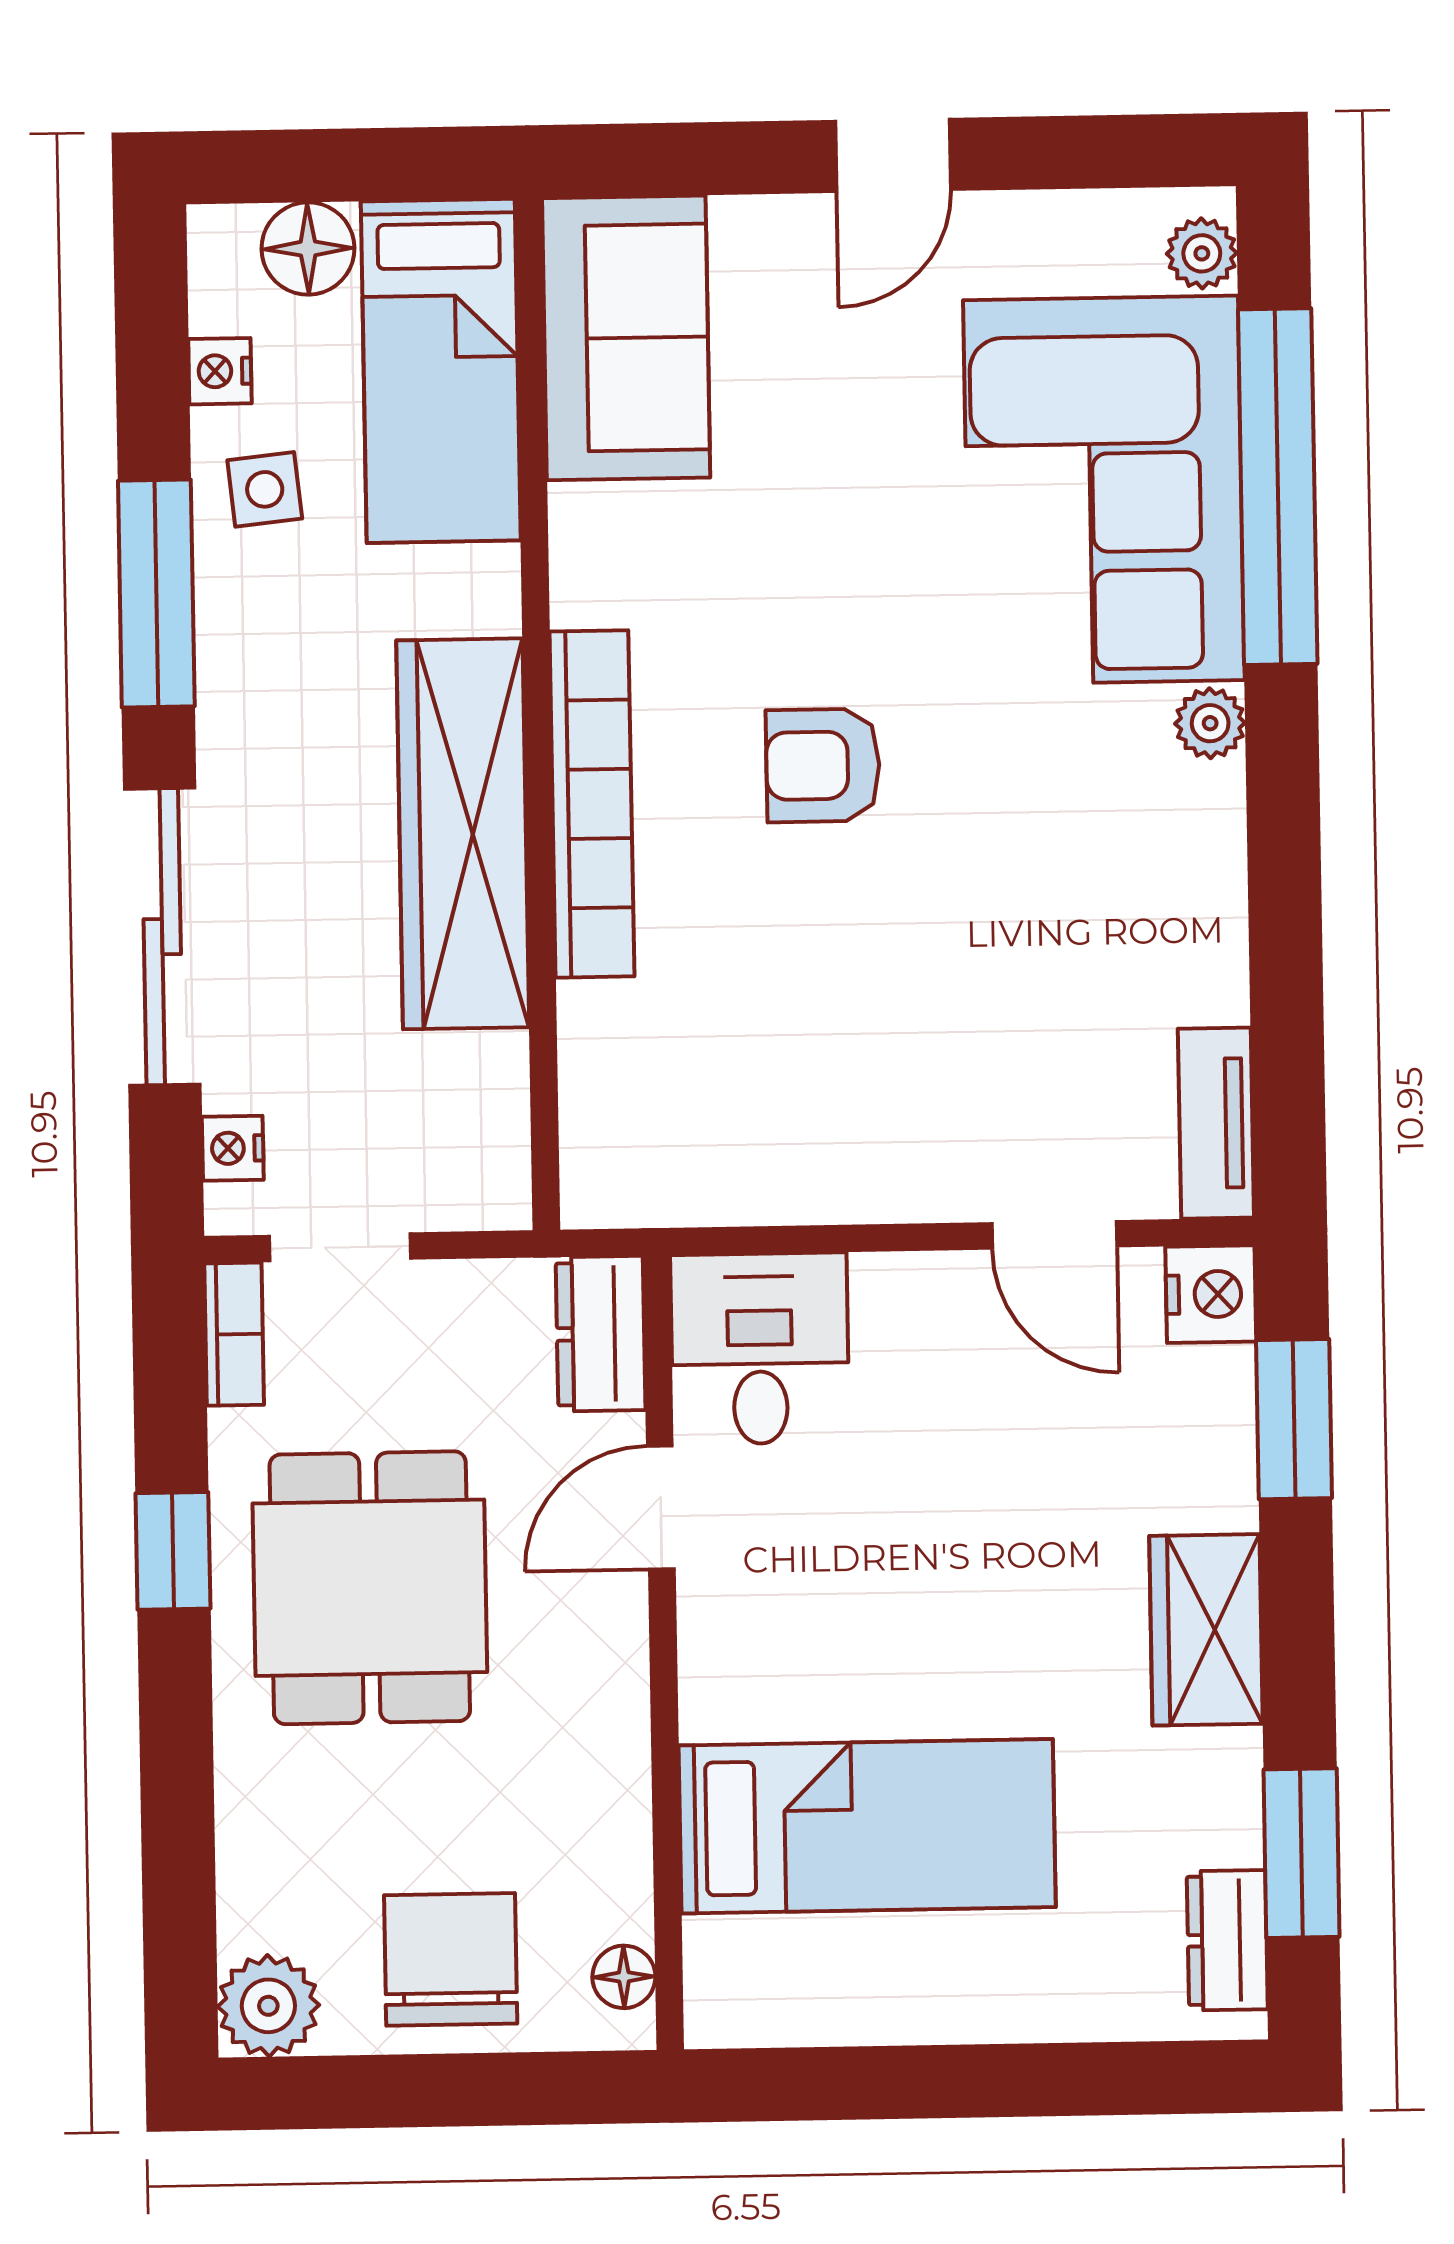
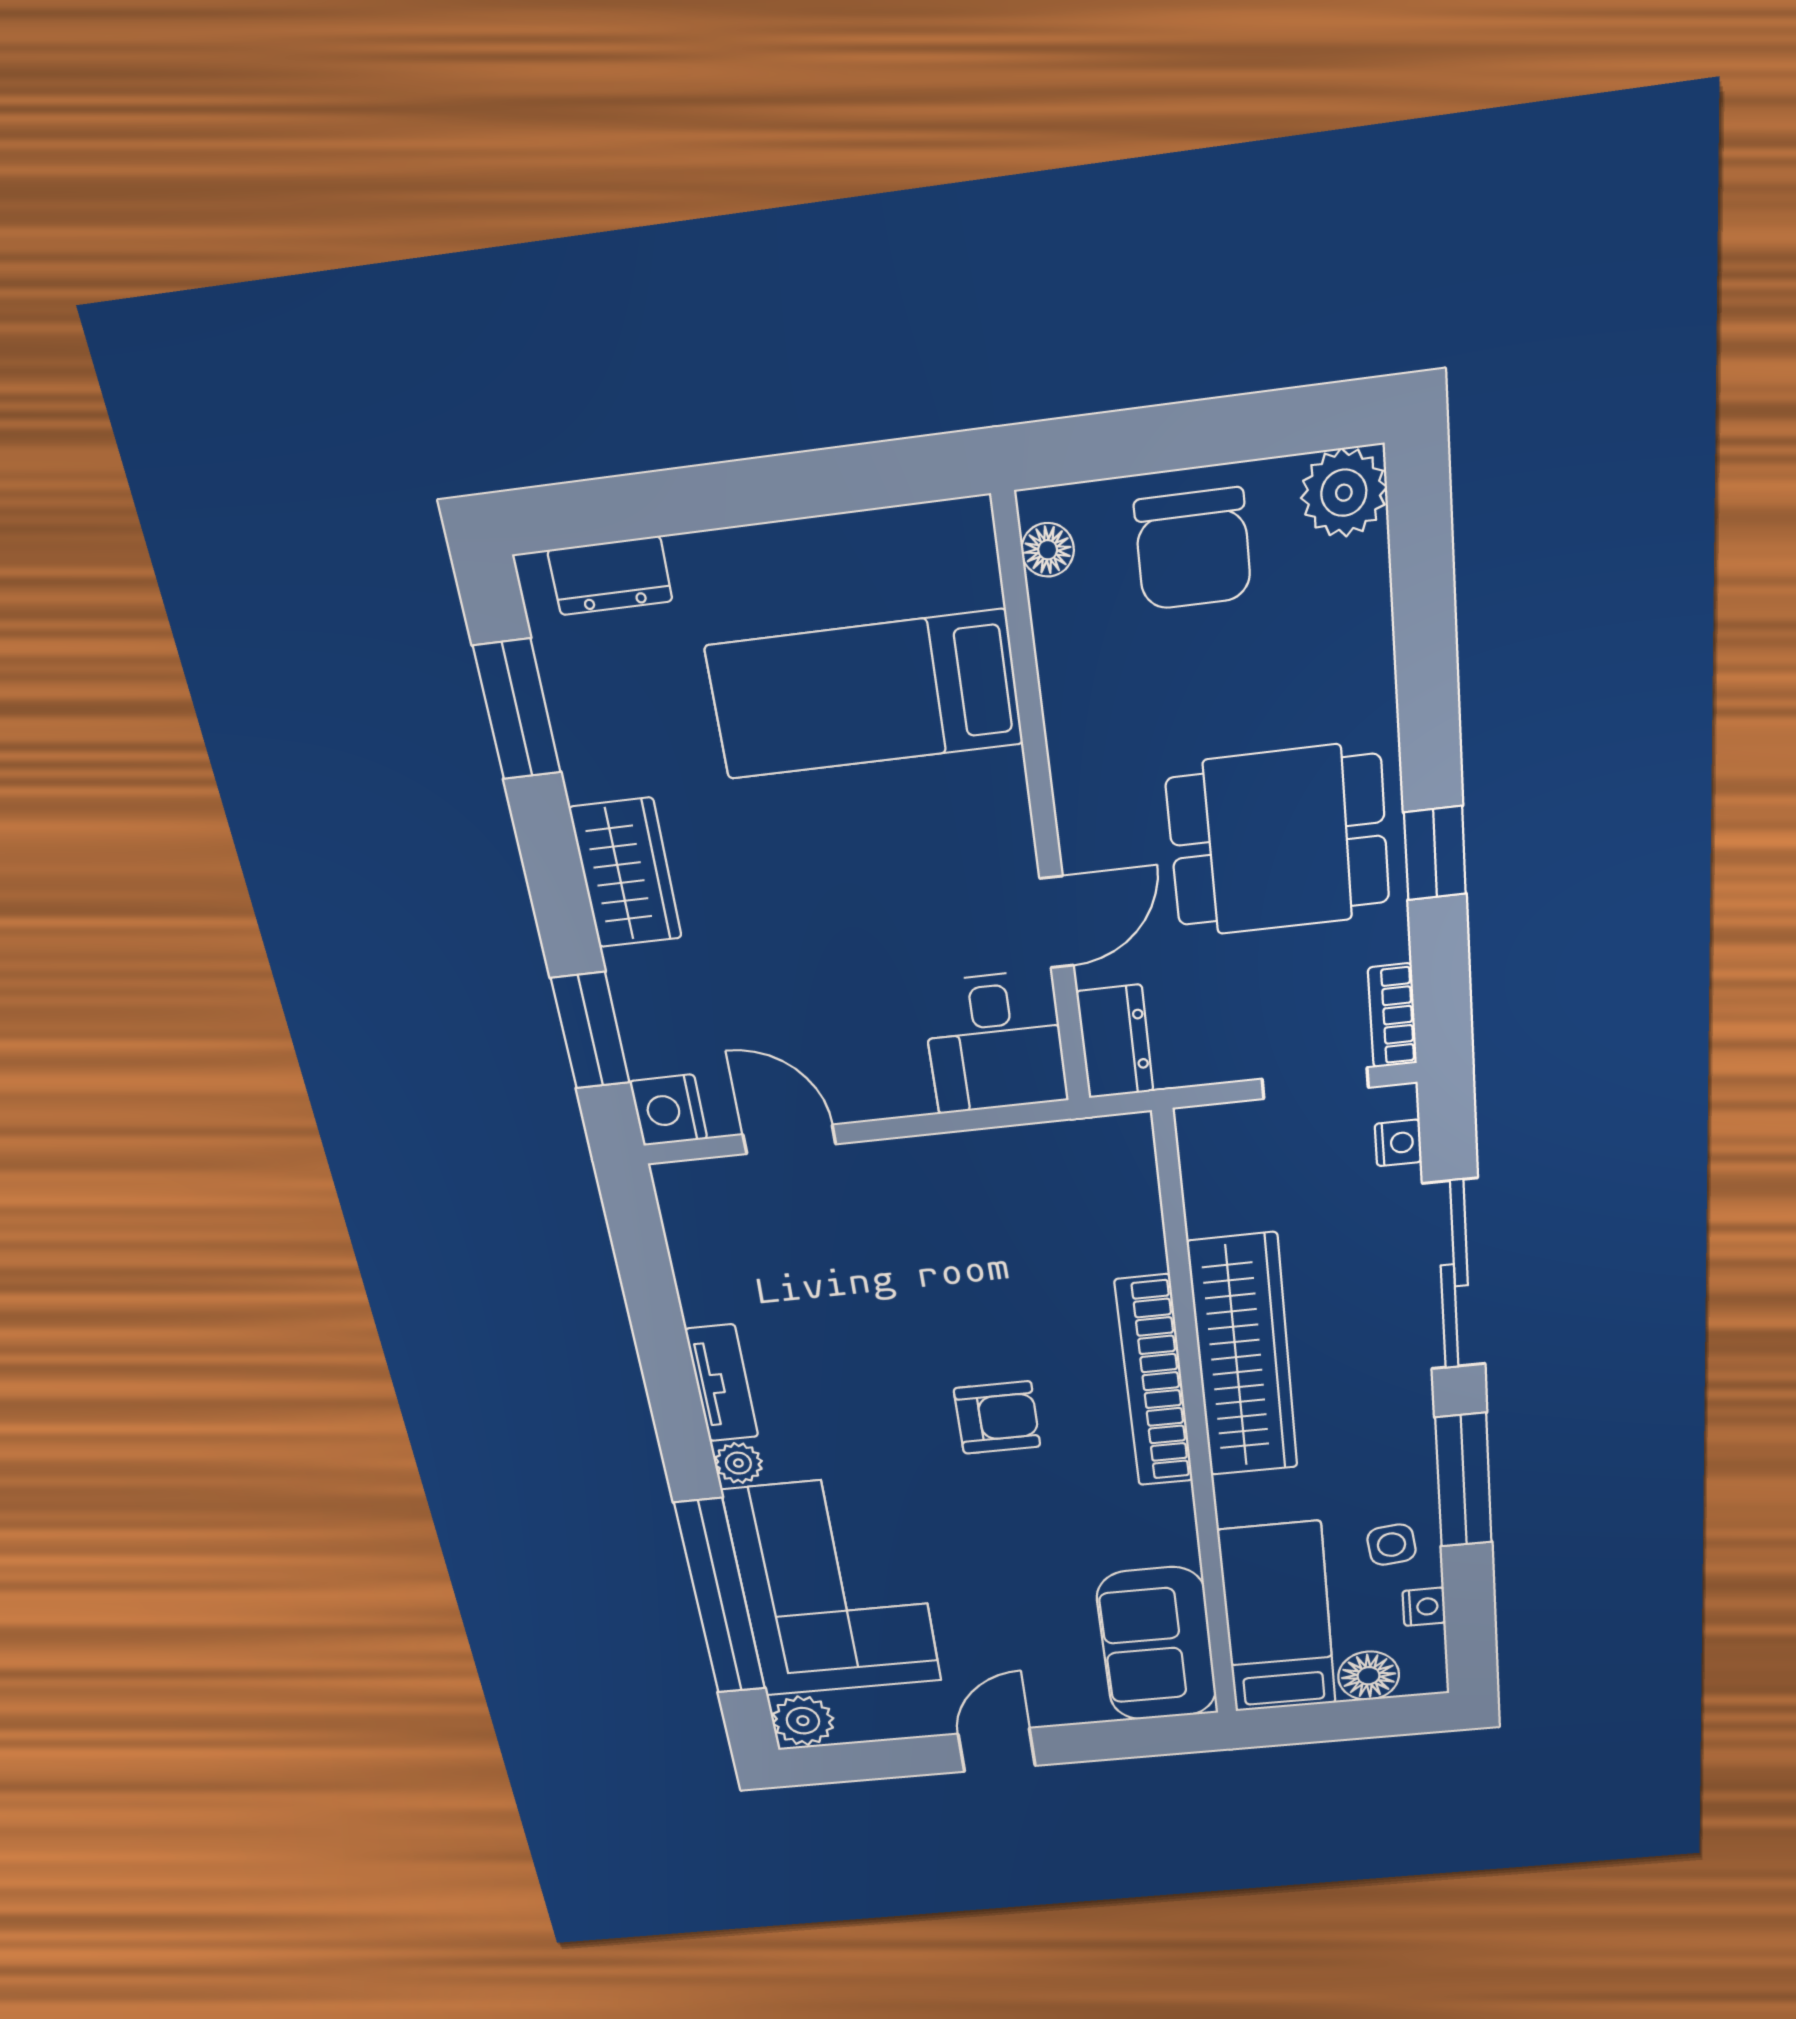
plant: (1202, 253) -> (803, 1721), width x1.38, depth x1.38
tv unit: (1216, 1123) -> (722, 1383), moved
dining table: (370, 1588) -> (1278, 841), turned 90
dresser: (1227, 1940) -> (610, 576), moved, turned 90

